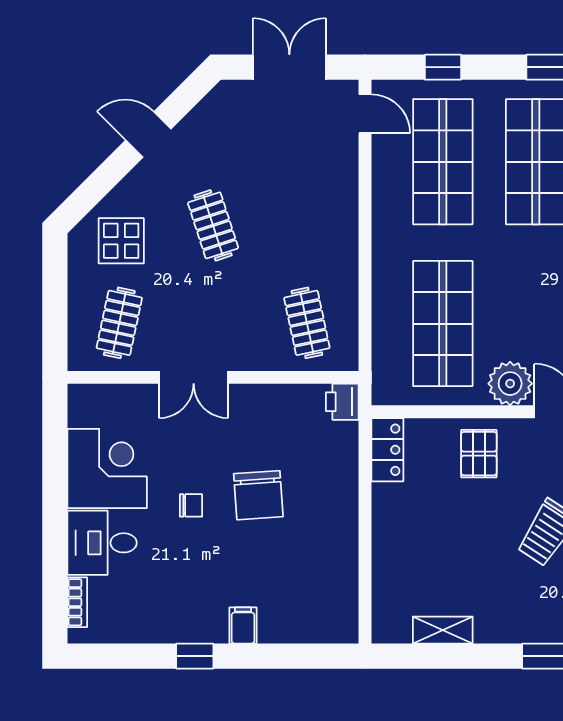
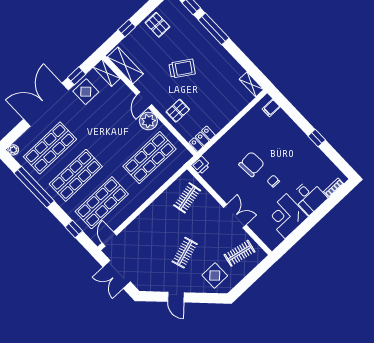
filing cabinet: (243, 625) -> (271, 108), moved
shelving: (443, 630) -> (251, 84), moved

